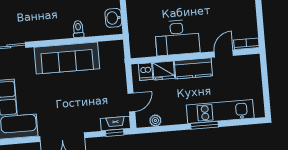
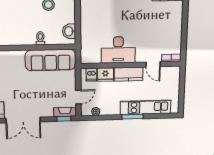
door: (224, 54) -> (153, 64), swing flipped
sofa: (67, 58) -> (51, 60), moved

